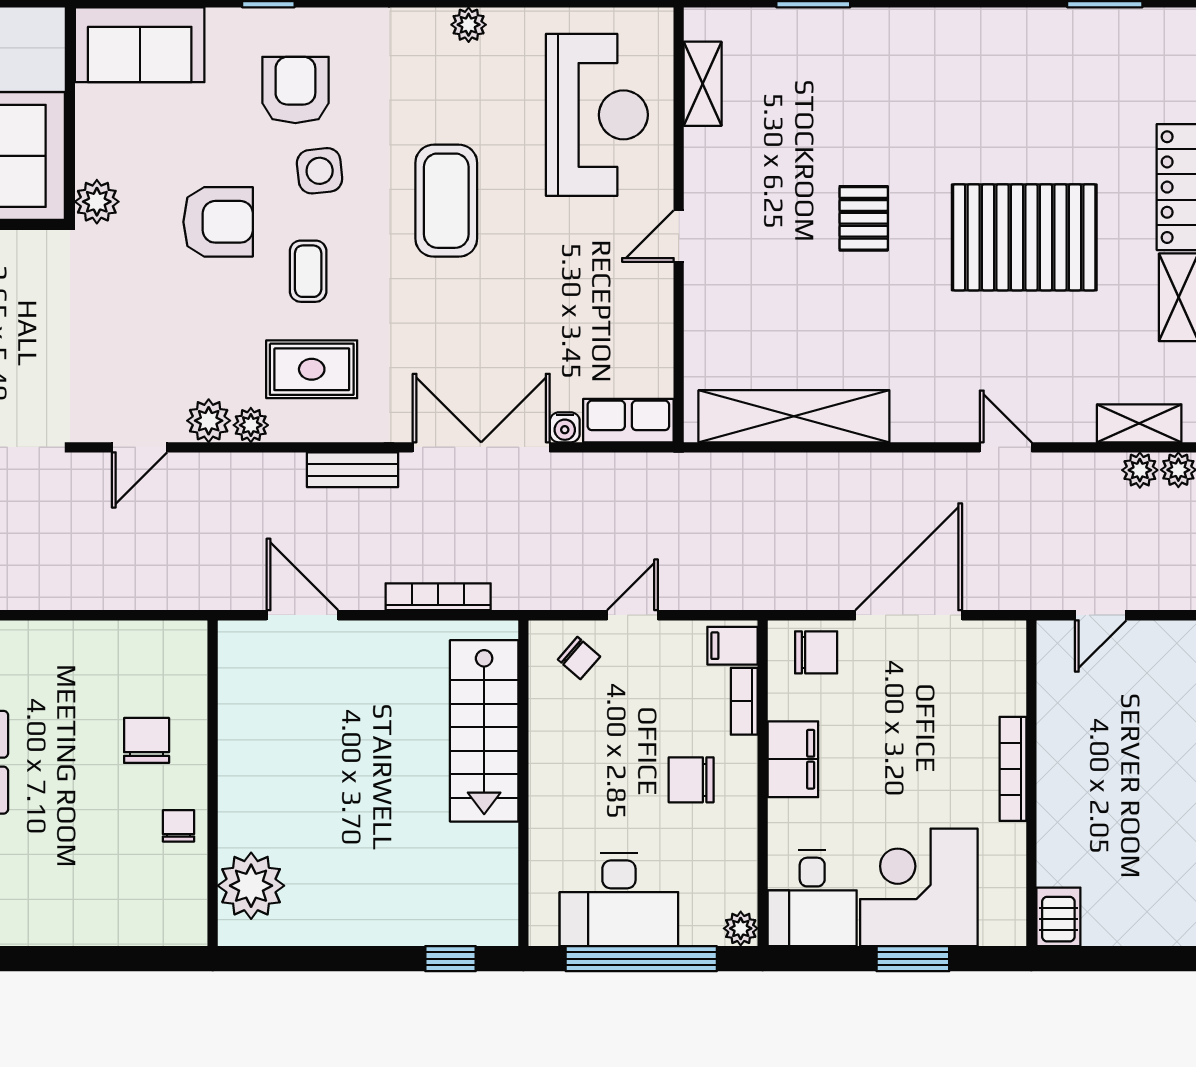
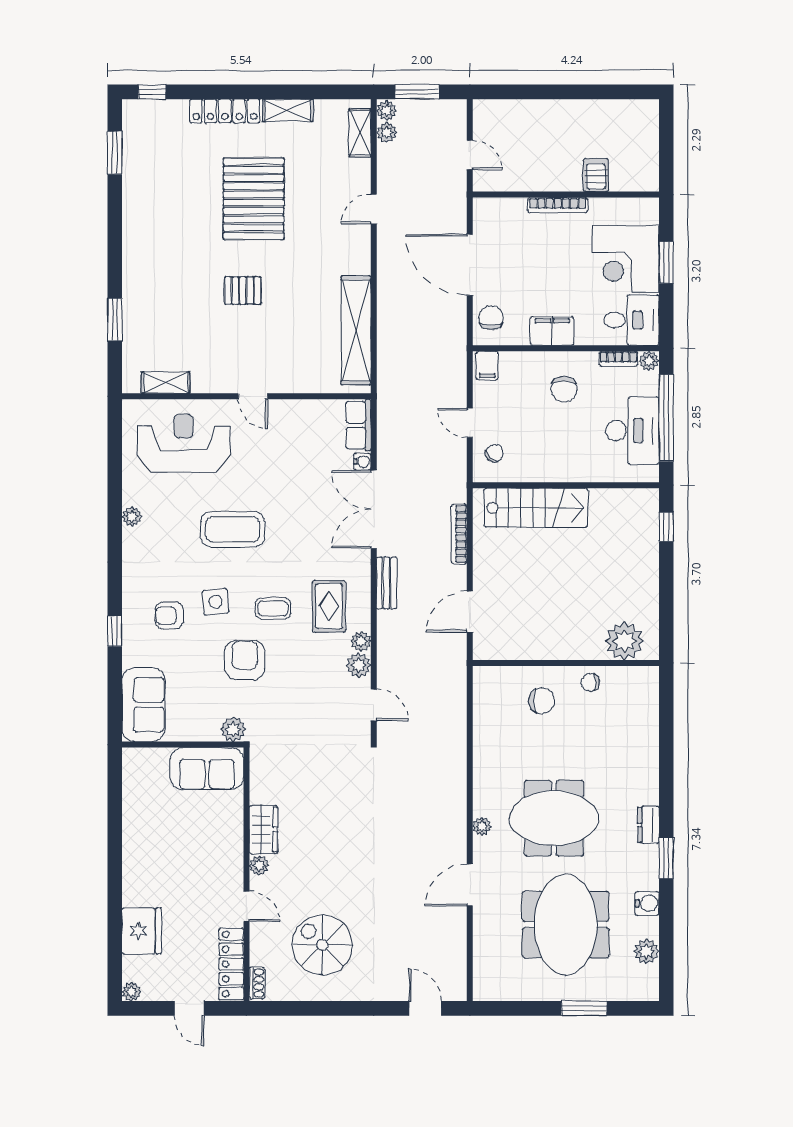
armchair: (295, 90) -> (169, 616), width x0.72, depth x0.72
bookcase: (744, 701) -> (618, 359), moved
chair: (147, 740) -> (541, 701), turned 180
server rack: (1058, 917) -> (596, 175), moved, turned 90

